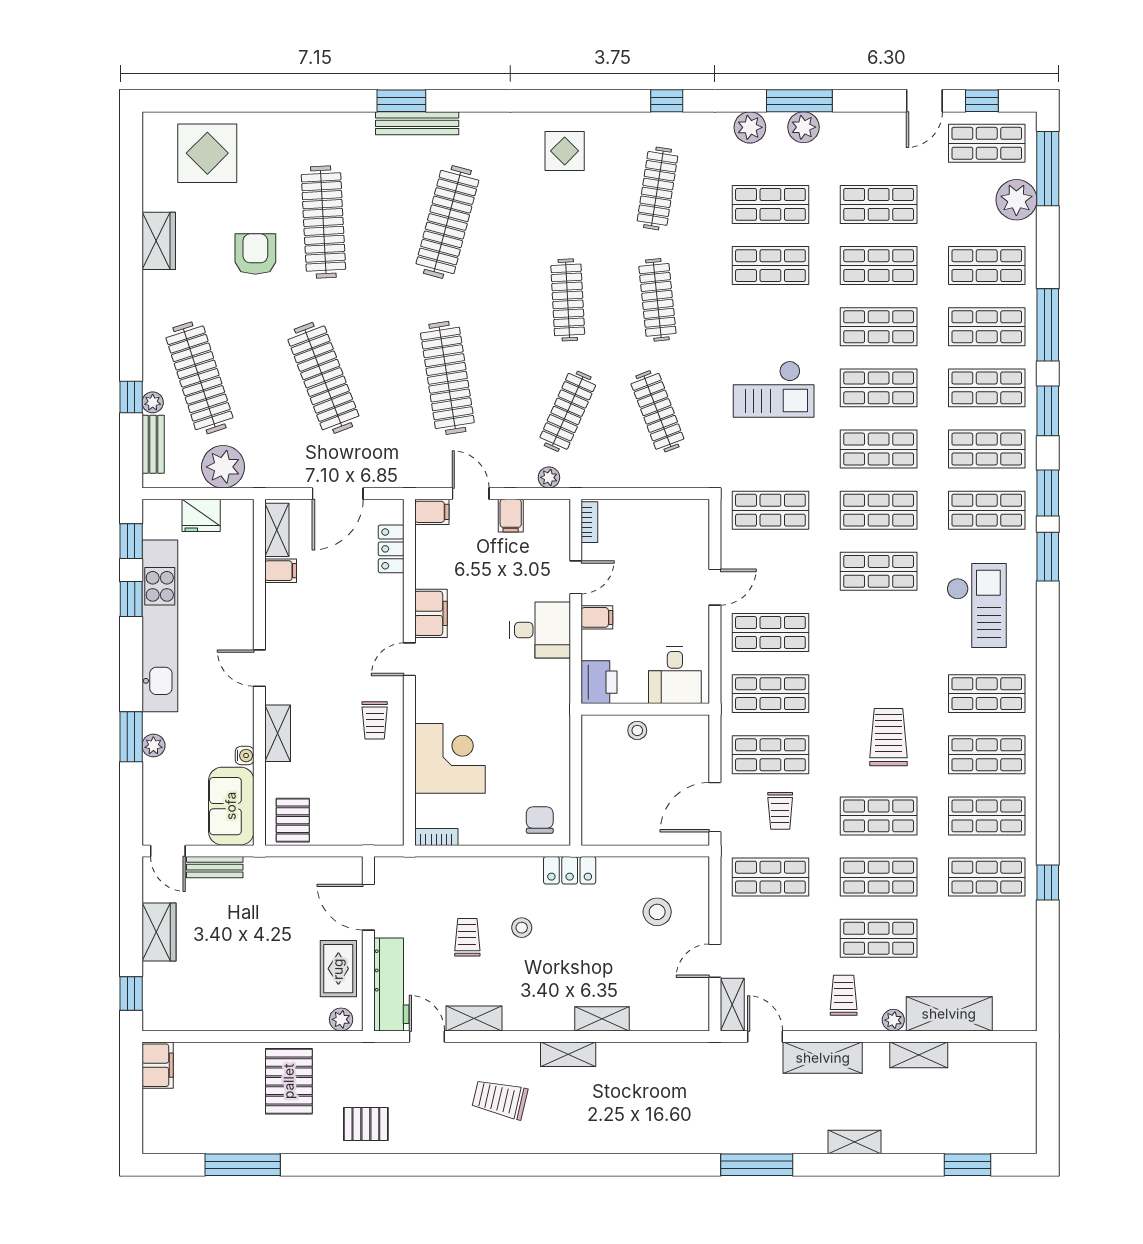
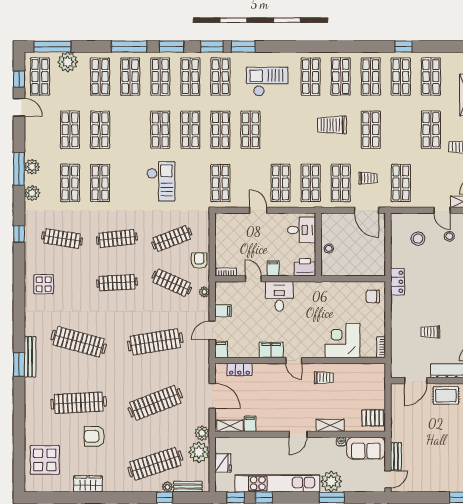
shop shelf: (879, 327) -> (130, 130), removed
armchair: (613, 467) -> (199, 261), added
plant: (262, 473) -> (202, 433), added
plant: (153, 745) -> (331, 481), width x1.88, depth x1.88
shop shelf: (879, 877) -> (431, 77), moved
stool: (522, 928) -> (449, 236), moved
wardrobe: (159, 932) -> (428, 484), removed

